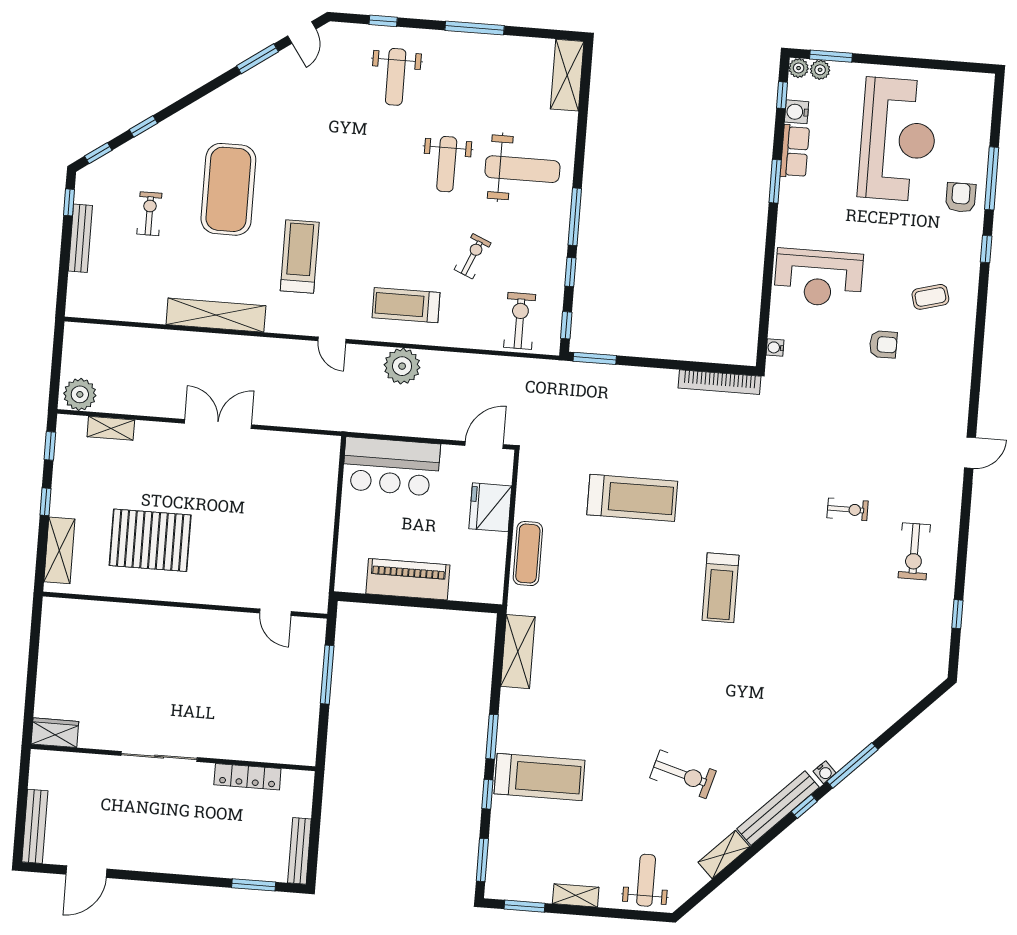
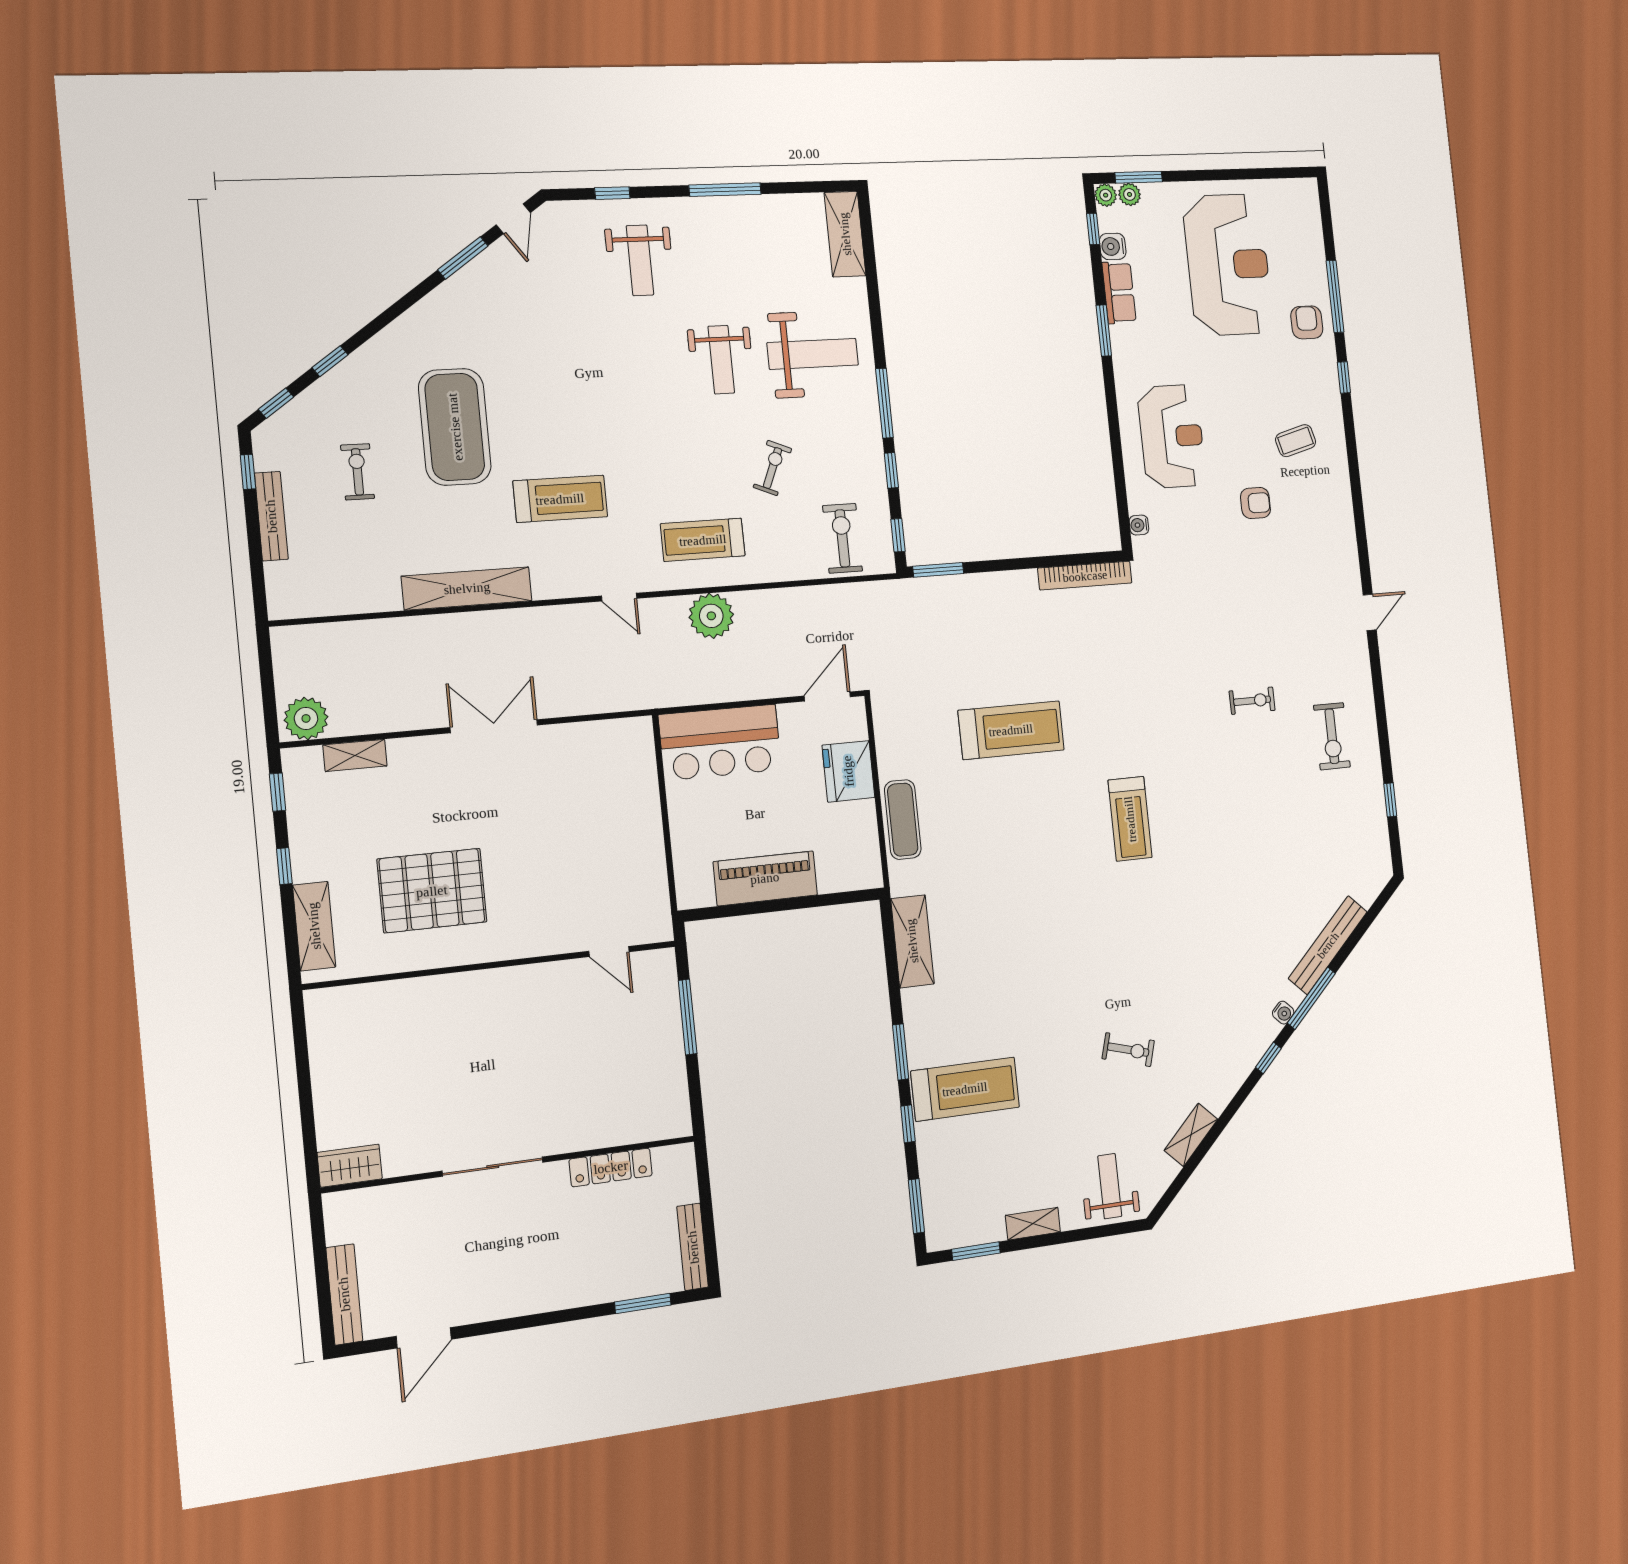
treadmill: (300, 257) -> (560, 499), turned 90
reception desk: (819, 278) -> (1172, 436), turned -90
exercise bike: (683, 774) -> (1128, 1050), width x0.73, depth x0.72
bench: (778, 808) -> (1328, 945), moved

